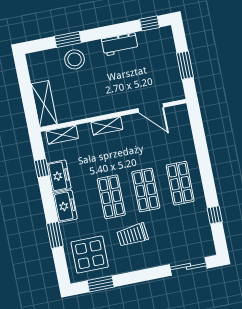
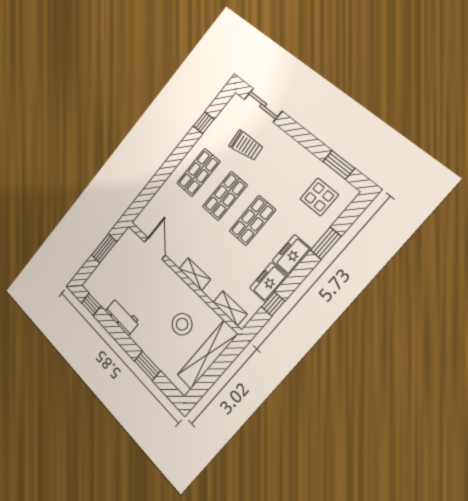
stool: (75, 59) -> (182, 324), moved
shelving: (44, 104) -> (207, 355), width x1.47
trolley: (133, 235) -> (246, 146), moved
display table: (90, 255) -> (319, 197), width x0.73, depth x0.73

